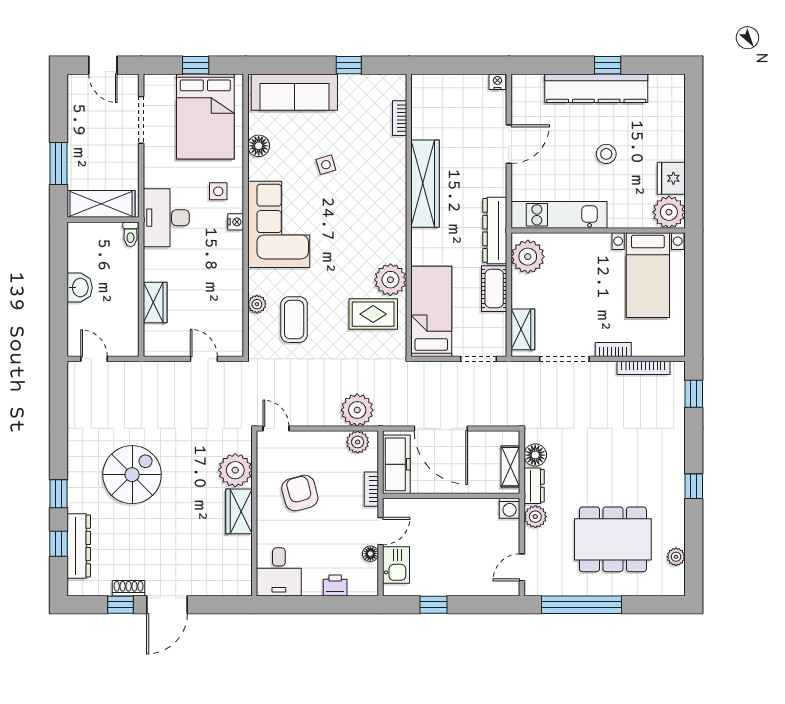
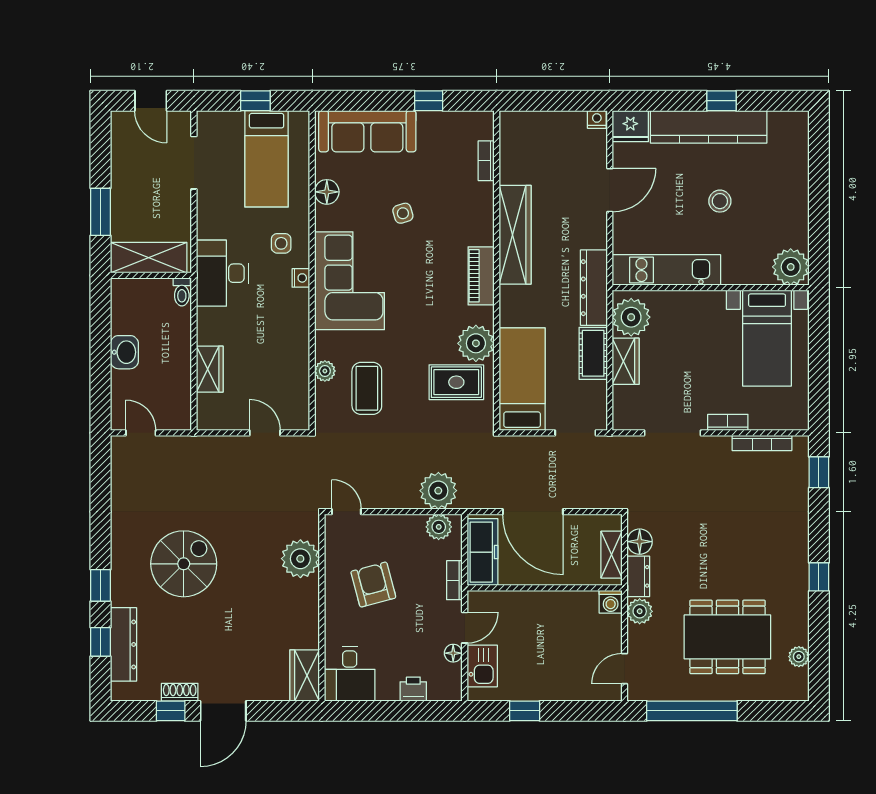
bed: (205, 116) -> (267, 159), width x0.67
fridge: (671, 178) -> (630, 126), moved, turned -90
piano: (395, 220) -> (481, 276), added
wardrobe: (523, 329) -> (626, 361), moved
wardrobe: (239, 511) -> (305, 675), moved

